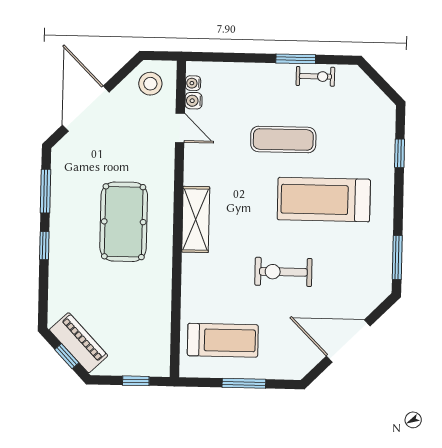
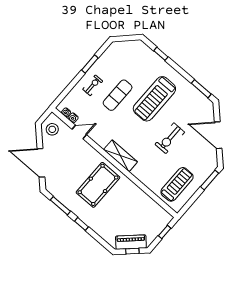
exercise bike: (315, 76) -> (93, 85), moved
pool table: (124, 222) -> (98, 185), turned 90
door: (348, 341) -> (218, 135), hinge flipped
window: (244, 383) -> (210, 180), moved

